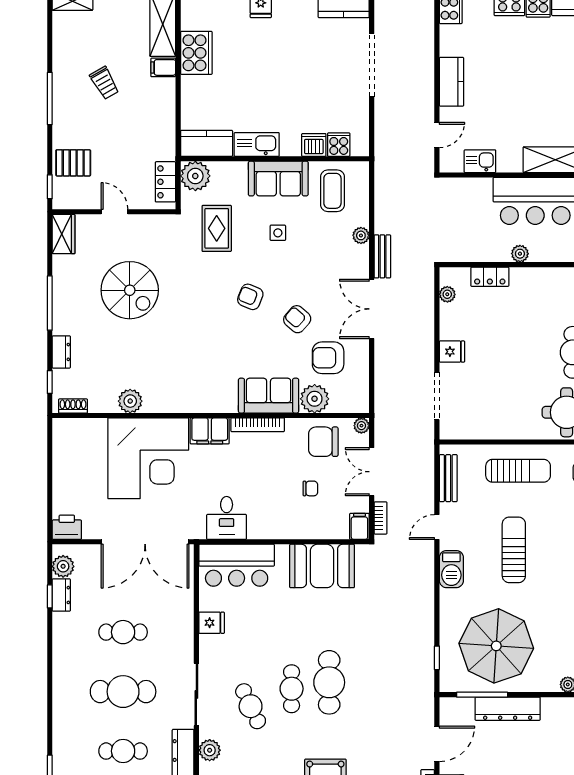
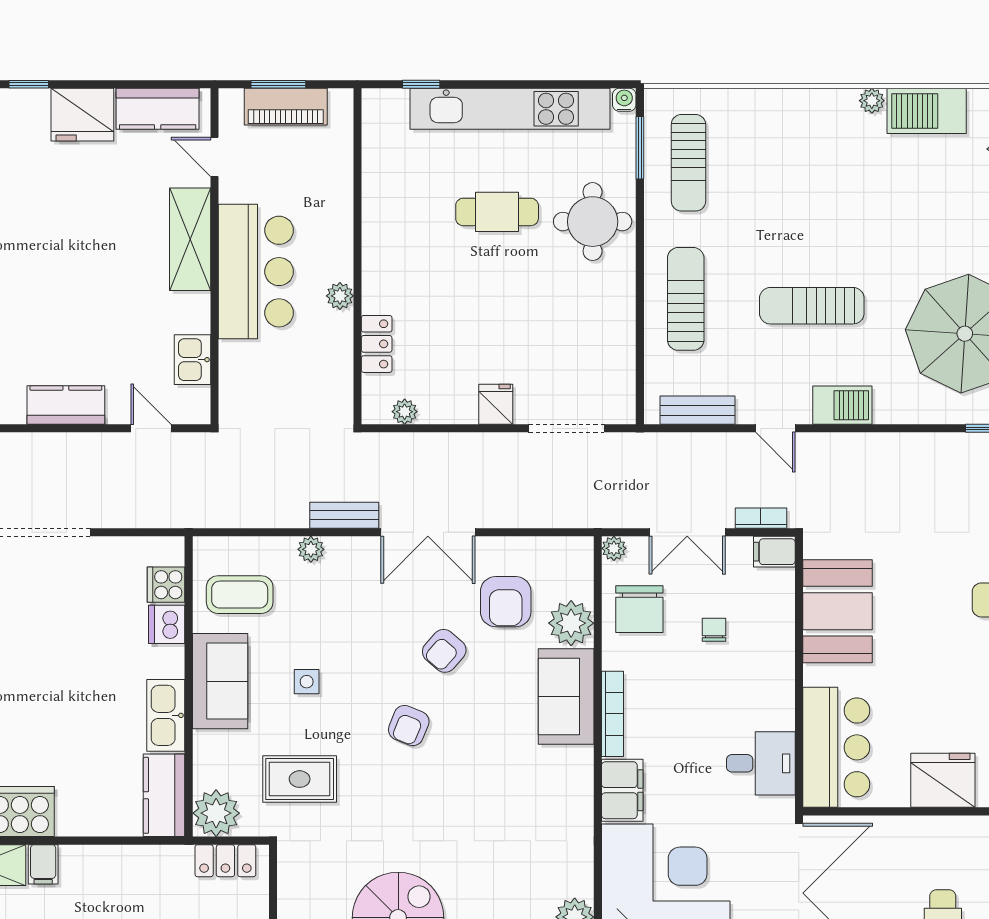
fridge: (212, 623) -> (943, 780), width x1.88, depth x1.34

